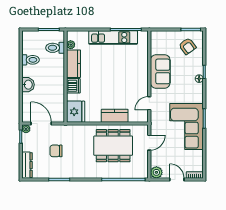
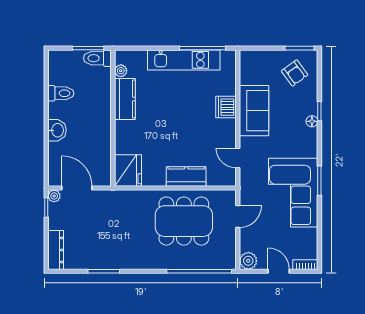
toilet: (55, 48) -> (97, 58), moved
dishwasher: (73, 86) -> (226, 107), moved, turned 180
door: (149, 103) -> (238, 158), hinge flipped
chair: (56, 151) -> (99, 229), removed

